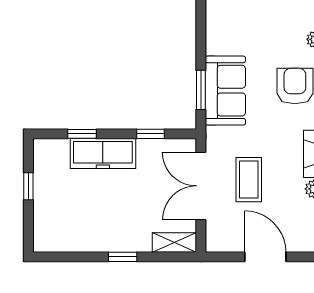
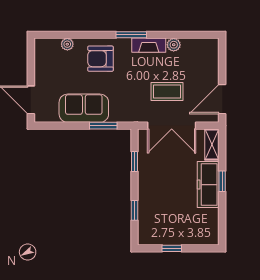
sofa: (225, 91) -> (84, 108), moved
freezer: (103, 153) -> (208, 185), moved, turned 180
door: (265, 257) -> (222, 99), moved

